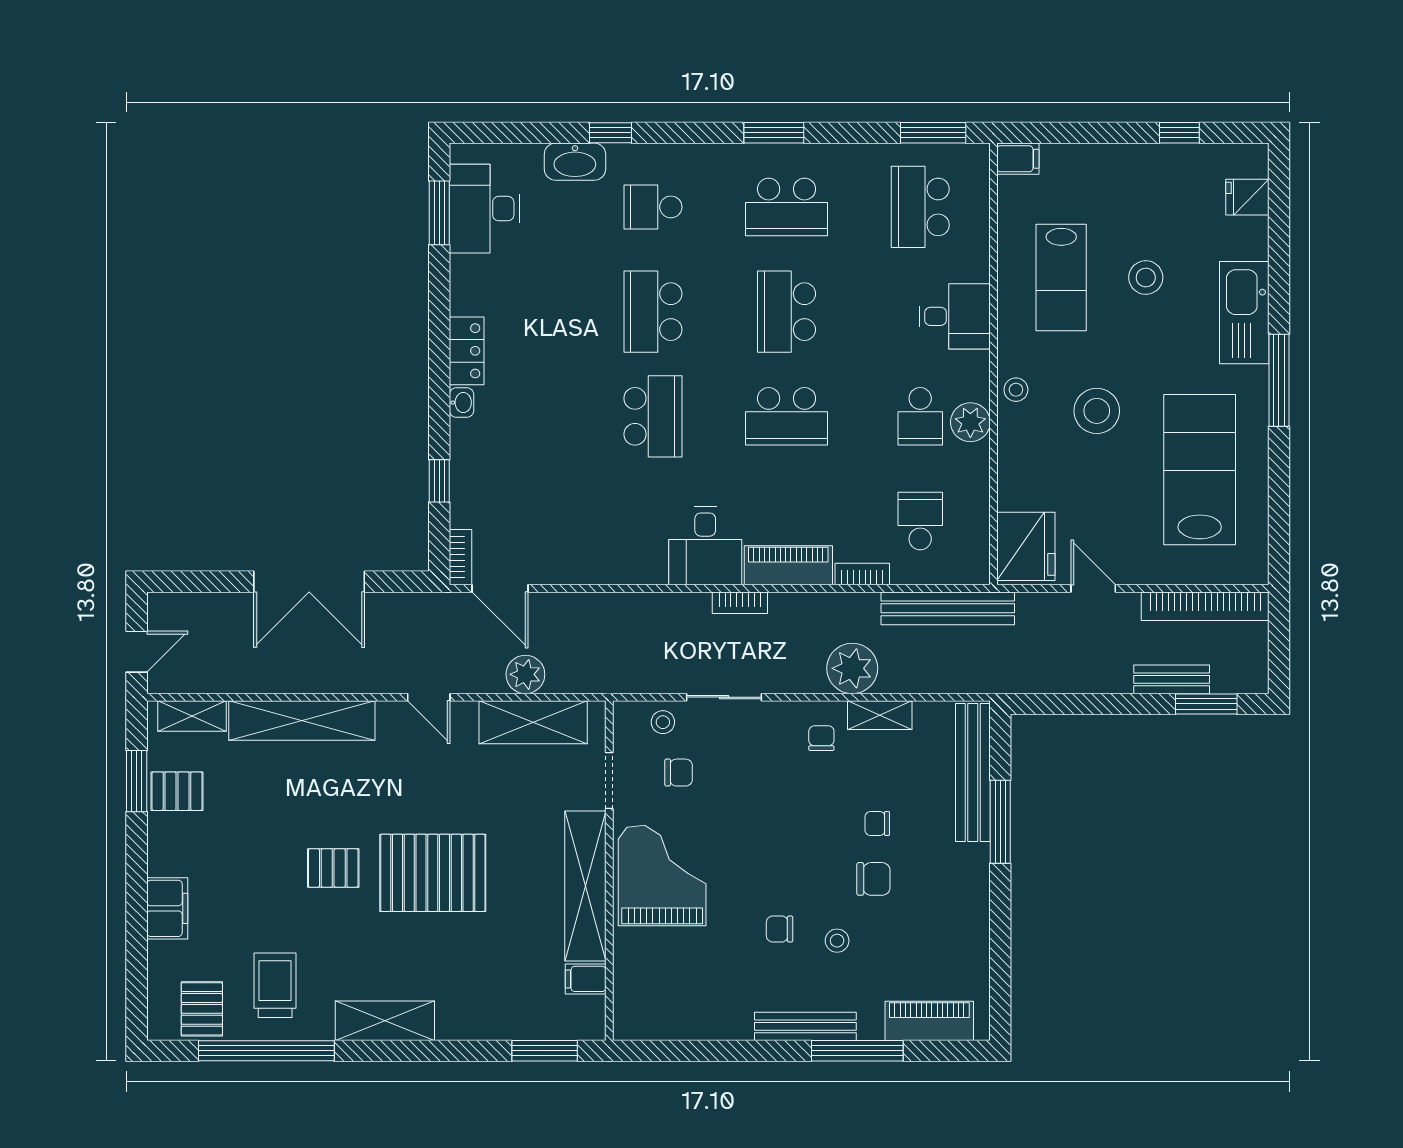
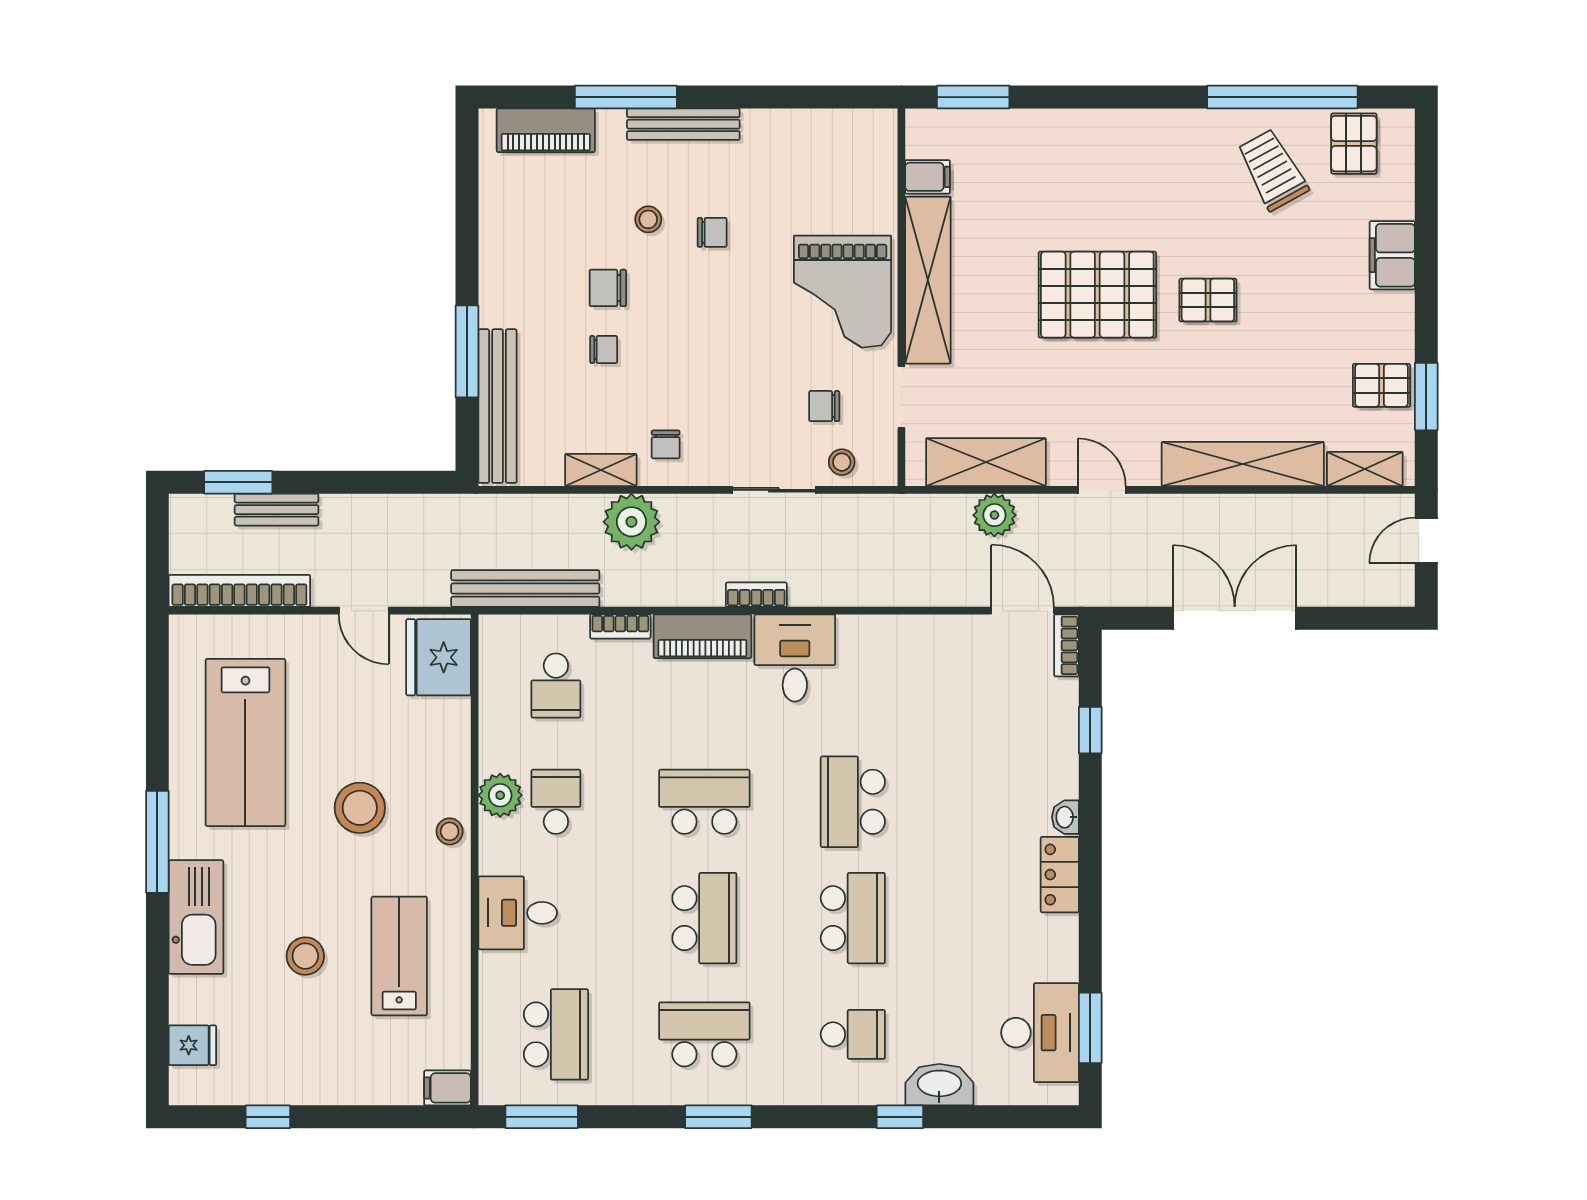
trolley: (275, 985) -> (1272, 170), turned 151
shelving: (385, 1021) -> (1151, 130), removed

